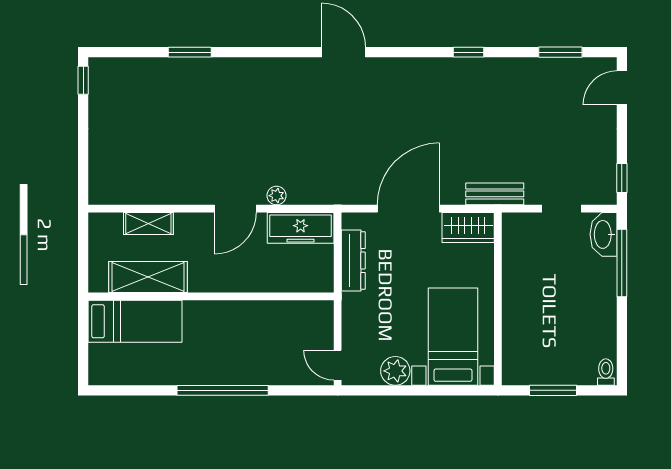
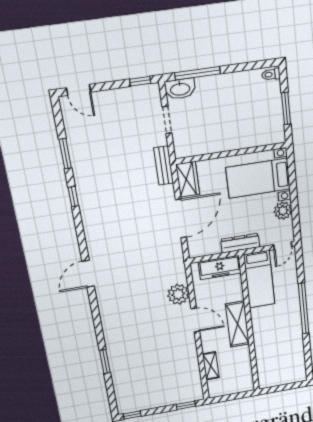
window: (560, 52) -> (65, 154), moved
window: (83, 172) -> (186, 405), added
plant: (276, 196) -> (178, 294), width x1.87, depth x1.87
door: (408, 209) -> (181, 219), swing flipped
freezer: (301, 228) -> (220, 267), moved, turned 90
dresser: (353, 260) -> (240, 243), moved
shelving: (148, 277) -> (238, 324), moved
bed: (135, 321) -> (259, 279), moved, turned 180

